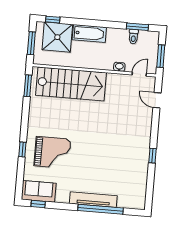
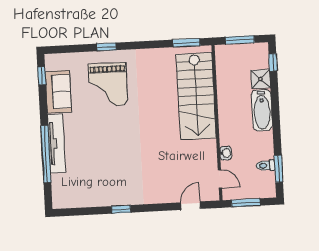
shower: (57, 37) -> (261, 79), width x0.54, depth x0.54
sofa: (39, 191) -> (58, 92), moved

